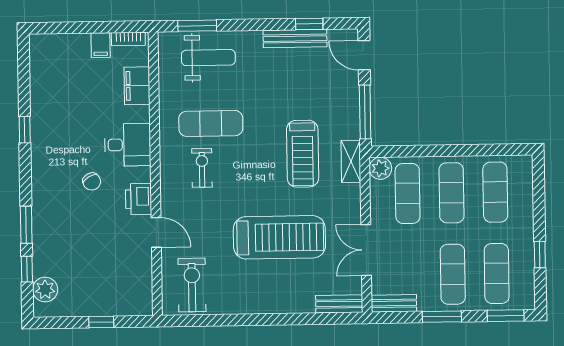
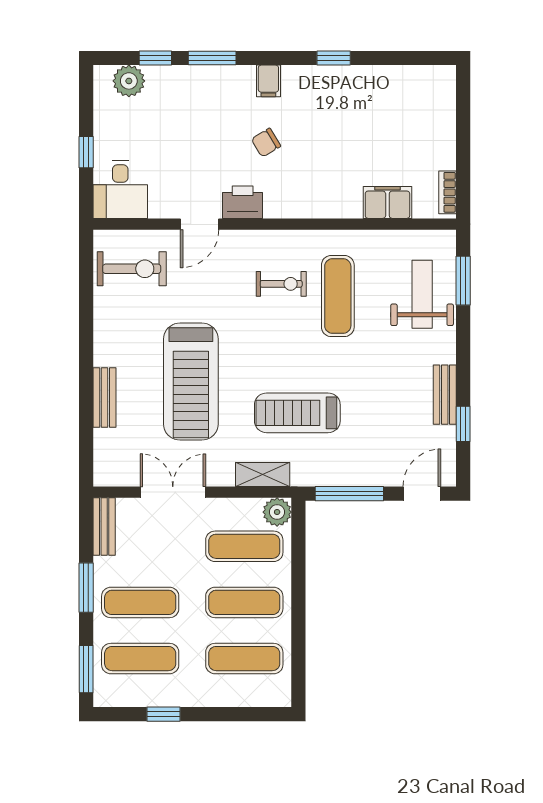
bench: (295, 39) -> (445, 395), width x0.73
filing cabinet: (101, 45) -> (268, 81), moved, turned -90
weight bench: (208, 58) -> (422, 294), turned 180
desk: (128, 145) -> (120, 189), moved
shelving: (351, 161) -> (263, 474), moved
bench: (339, 304) -> (105, 397), moved

